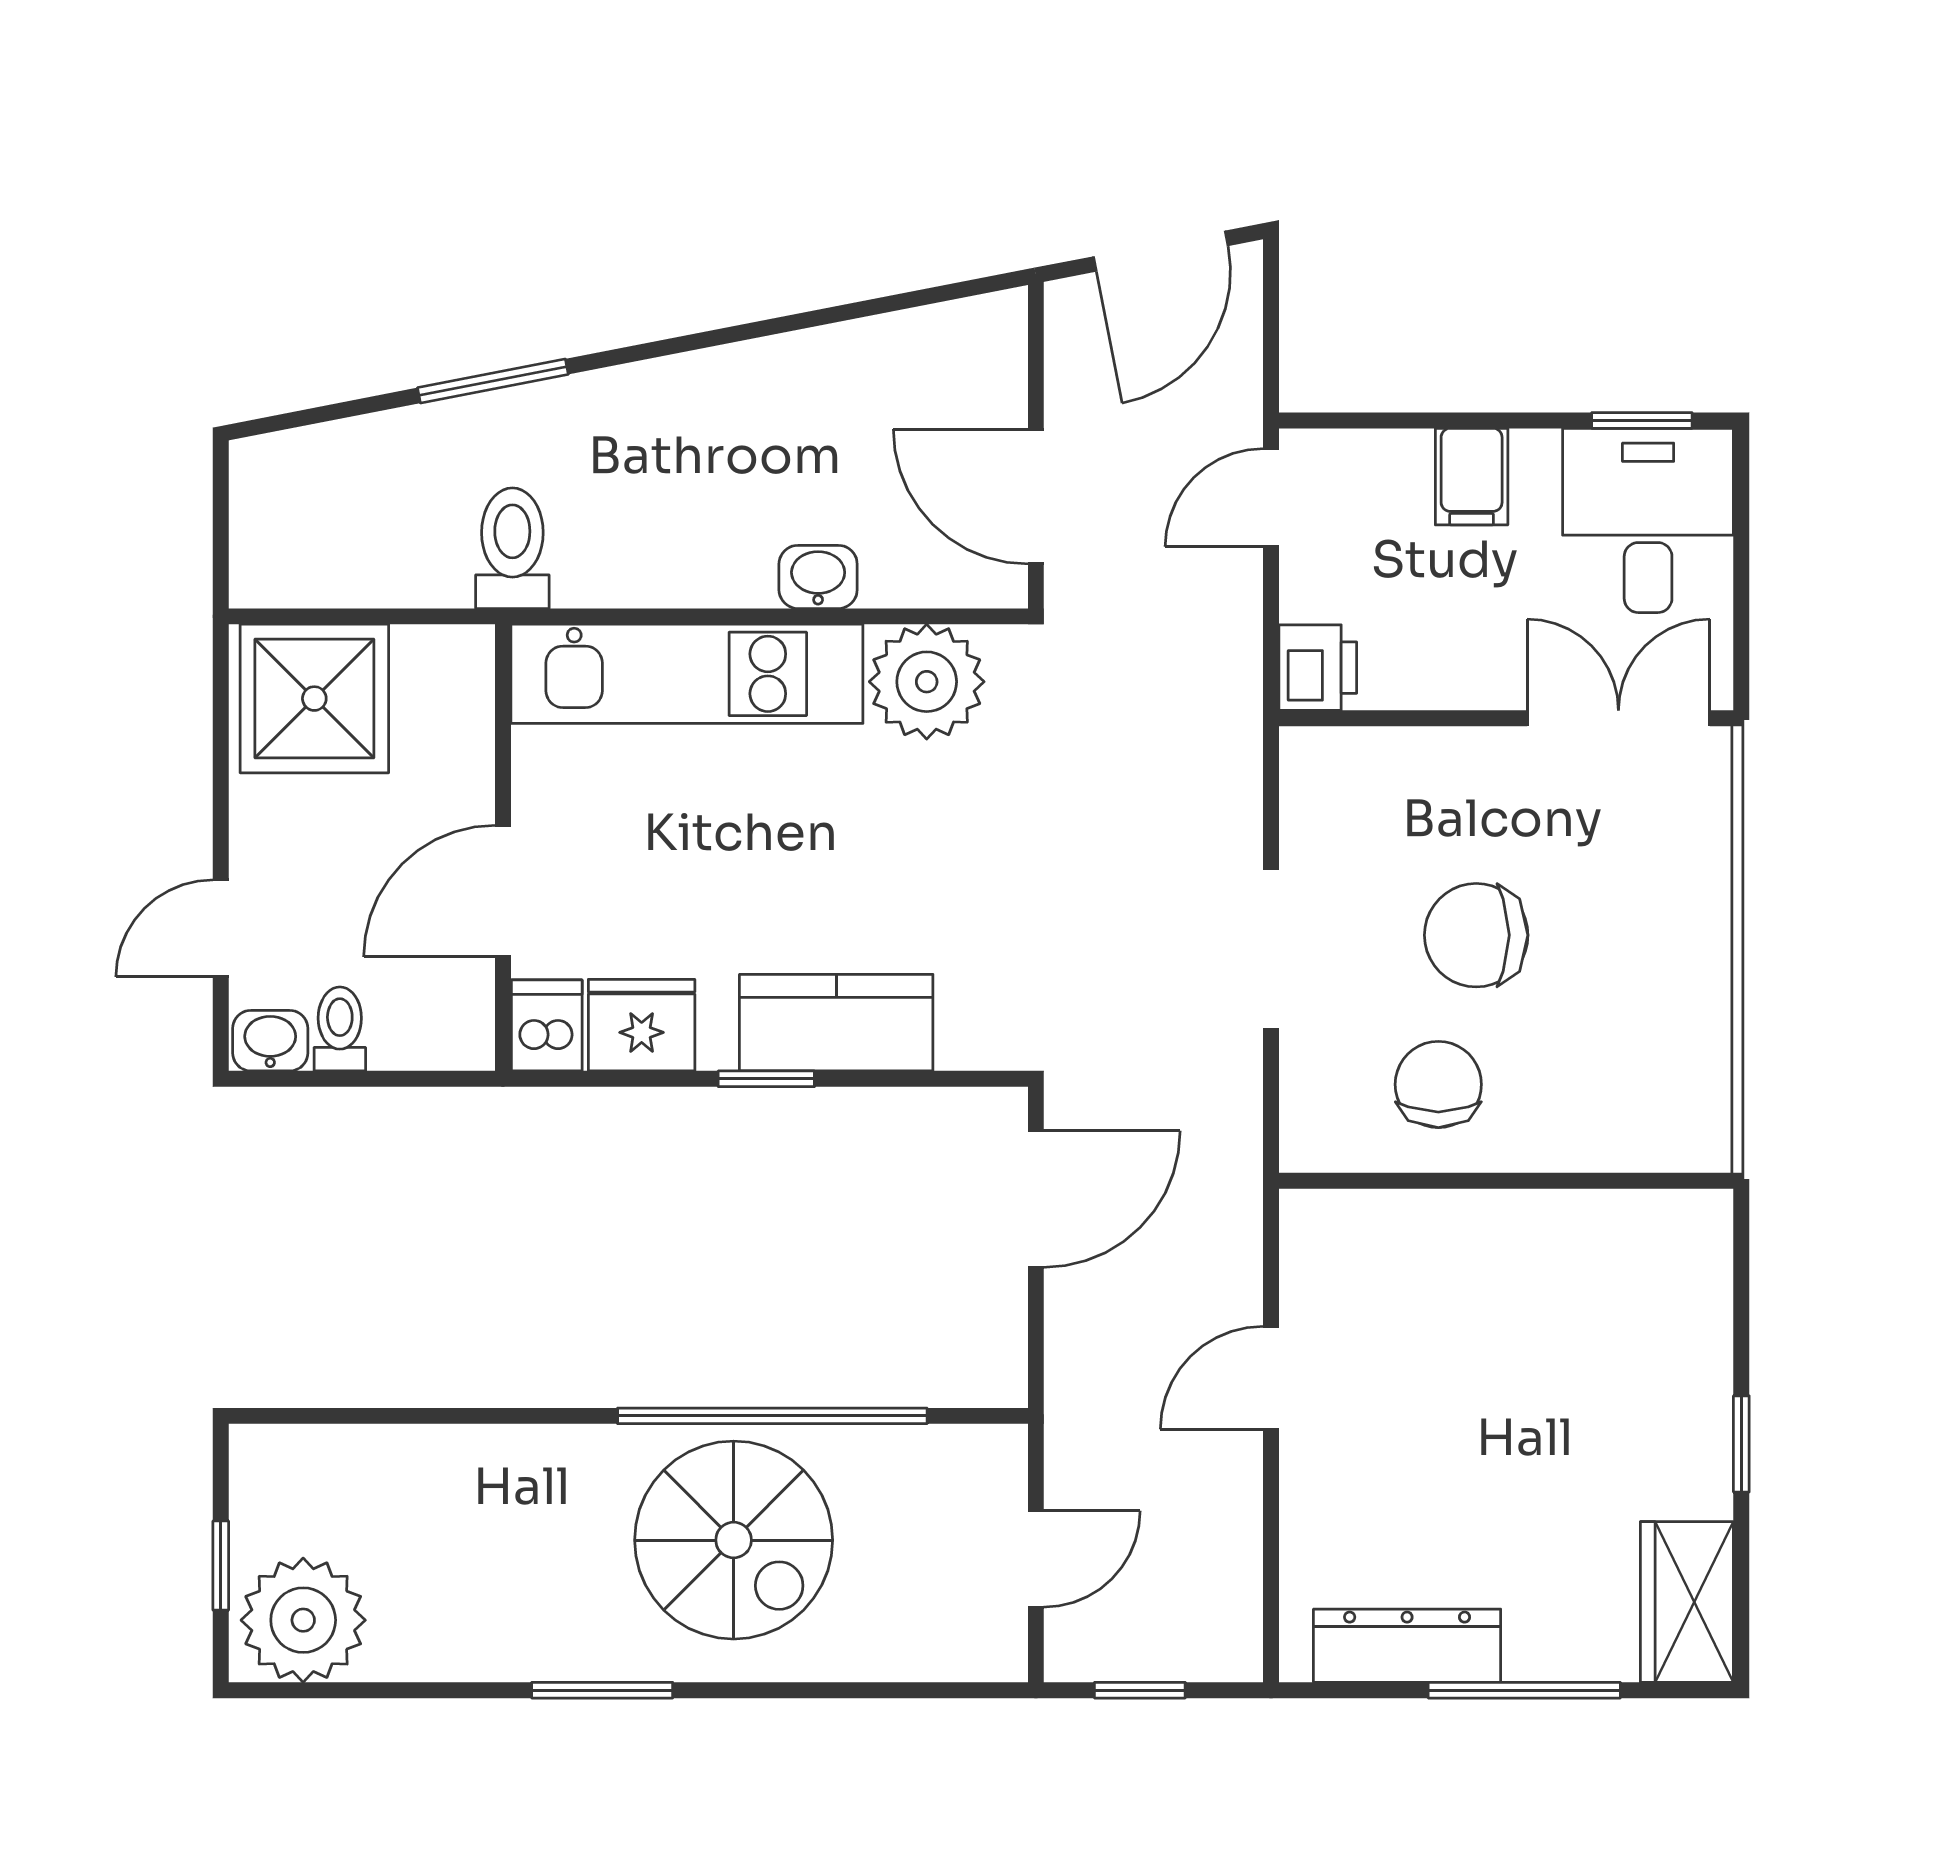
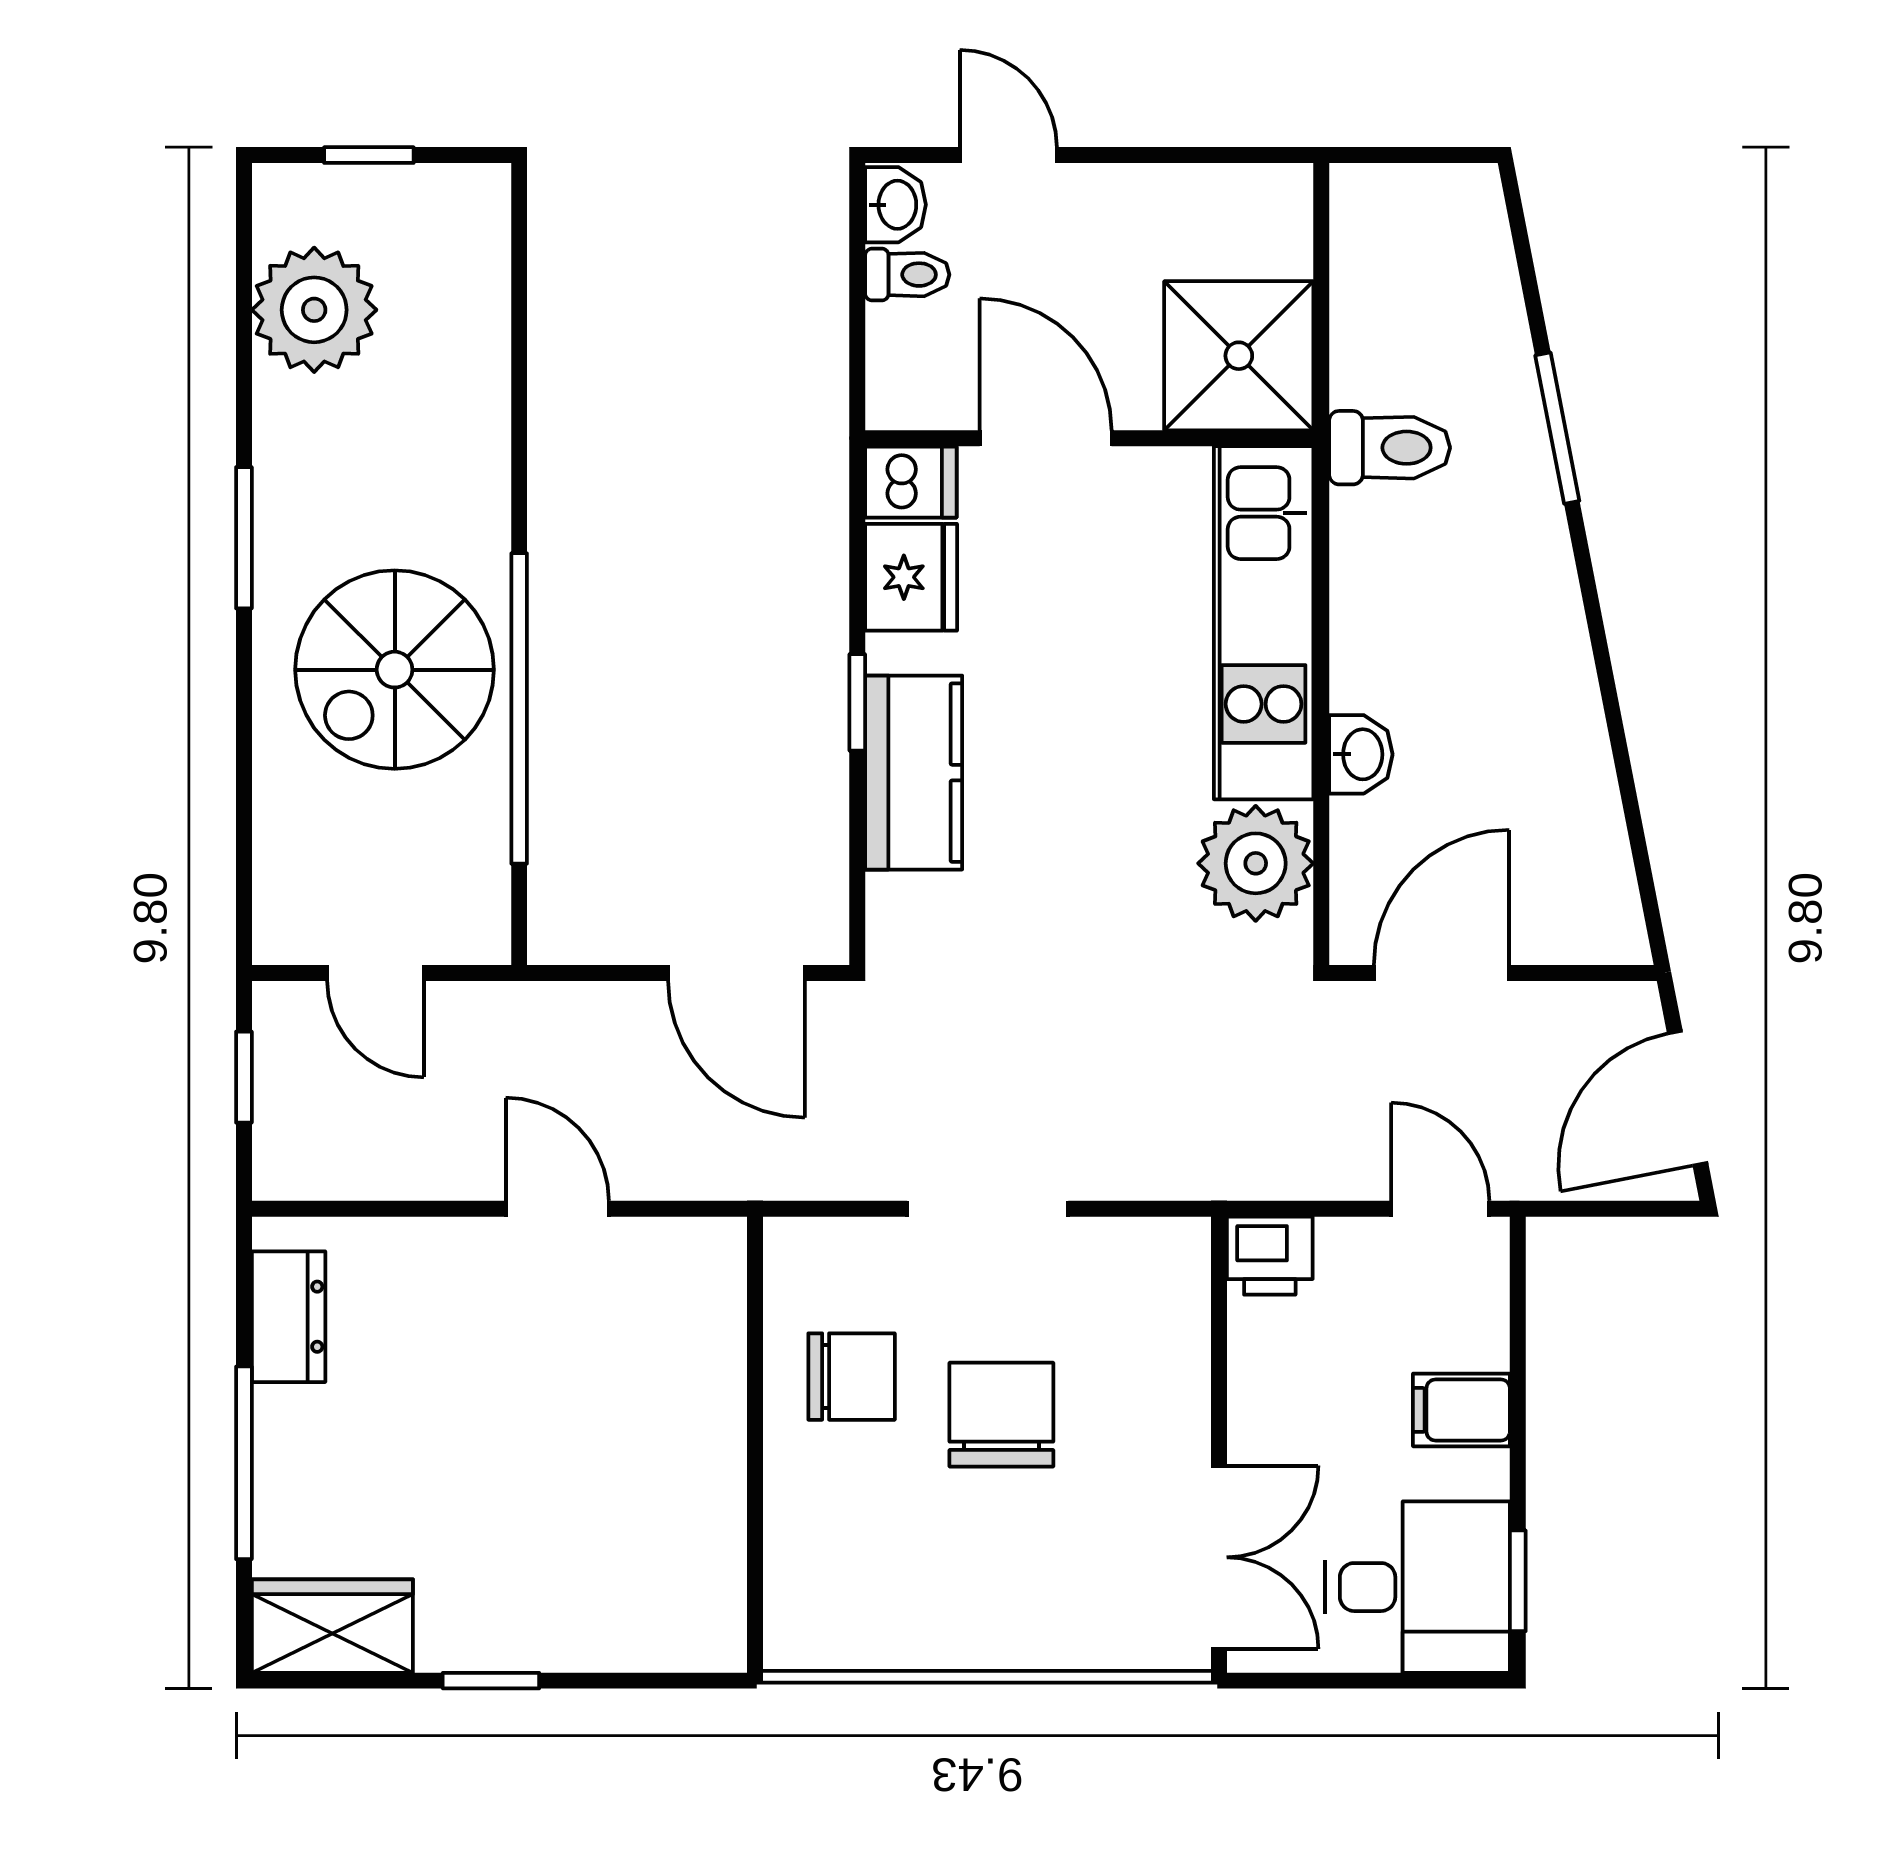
door: (1161, 251) -> (1688, 1098), hinge flipped
shower: (314, 699) -> (1239, 356), moved
plant: (303, 1620) -> (314, 310), moved
dresser: (1407, 1646) -> (289, 1317), width x0.70

